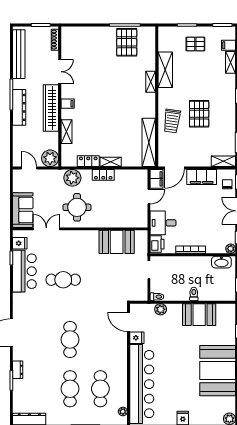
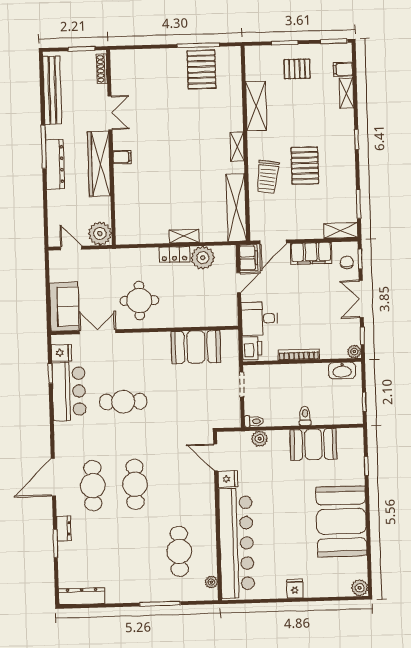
shelving: (151, 82) -> (237, 147), moved
shelving: (67, 132) -> (122, 196), removed
locker: (88, 161) -> (153, 236), removed
plant: (72, 178) -> (203, 258), moved
cafe table: (70, 389) -> (93, 486), moved

